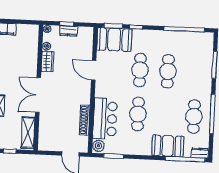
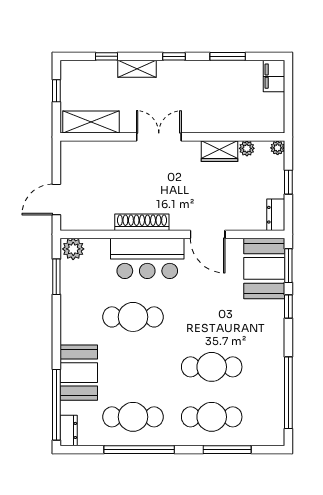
dresser: (69, 31) -> (276, 215), moved
door: (94, 70) -> (208, 234), swing flipped
cafe table: (140, 70) -> (212, 417), moved
double door: (38, 95) -> (159, 137), width x0.73
bar counter: (105, 119) -> (147, 258), moved
shoe rack: (85, 120) -> (142, 222), moved

